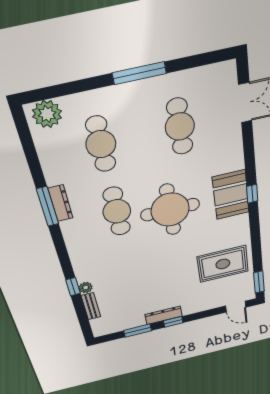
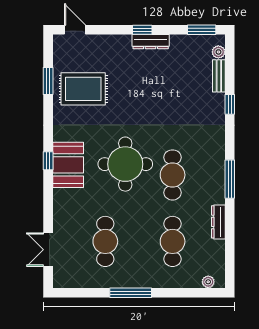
plant: (47, 114) -> (208, 282), width x0.53, depth x0.53
dresser: (60, 203) -> (218, 222), moved
window: (48, 207) -> (230, 179), moved
window: (259, 282) -> (48, 81), moved
plant: (86, 288) -> (218, 52), moved
window: (138, 331) -> (202, 30), moved

